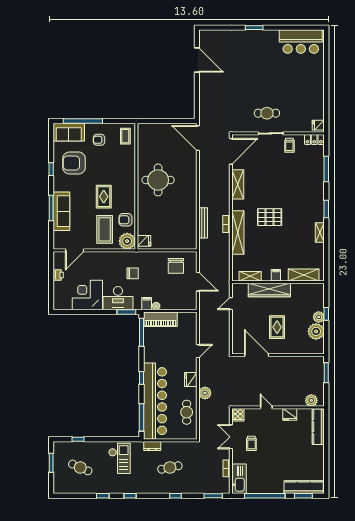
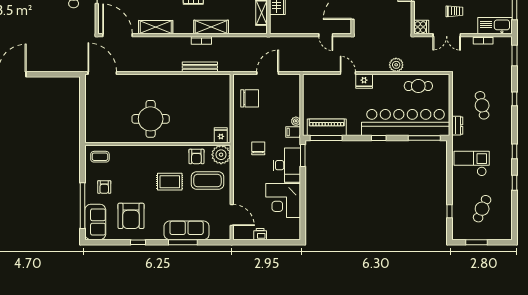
door: (198, 138) -> (102, 73), swing flipped
shelving: (238, 232) -> (211, 27), width x0.68
door: (231, 303) -> (326, 35), moved
piano: (160, 319) -> (327, 127), moved, turned -90
fridge: (191, 380) -> (364, 81), moved

